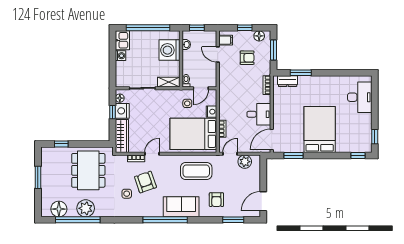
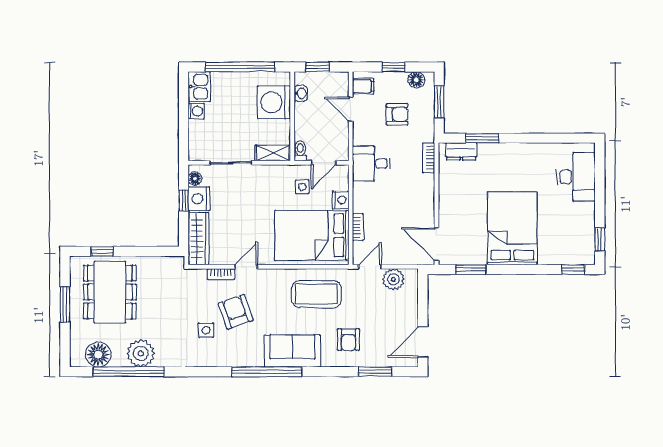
desk: (259, 114) -> (371, 164), moved, turned 180
door: (272, 139) -> (436, 244), hinge flipped
dining table: (88, 170) -> (110, 292), moved

